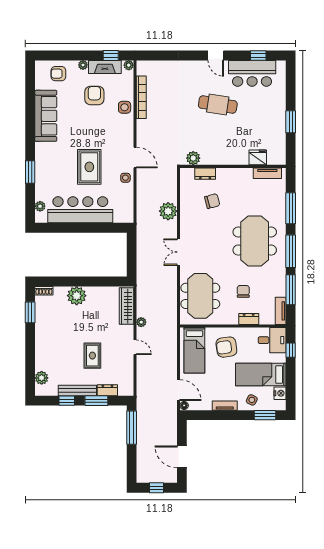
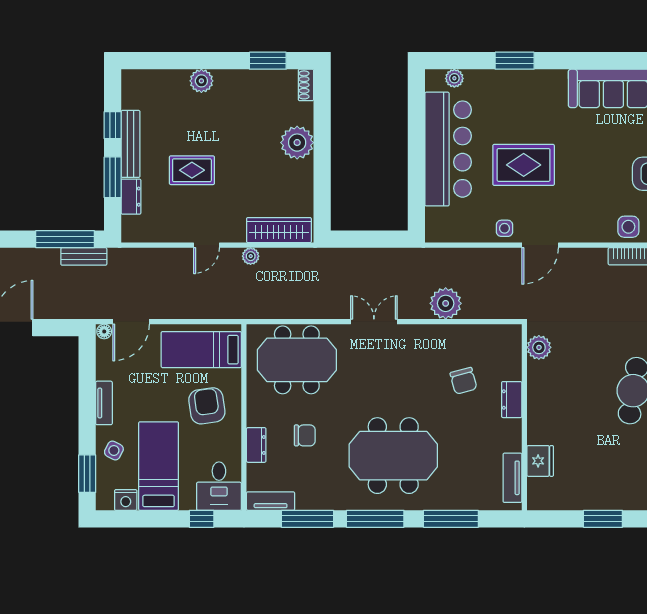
dresser: (205, 174) -> (512, 400), moved
plant: (42, 378) -> (201, 81), moved
bench: (141, 417) -> (84, 256), added

